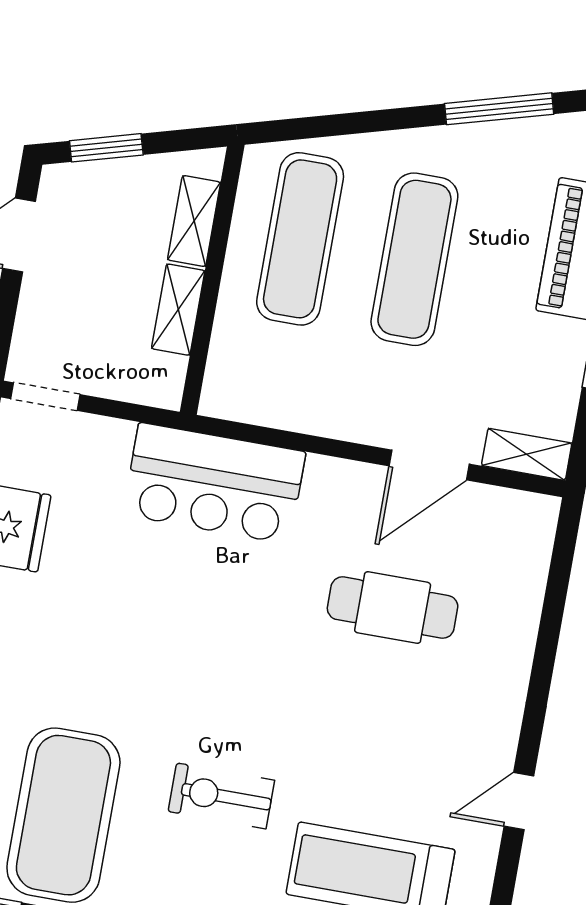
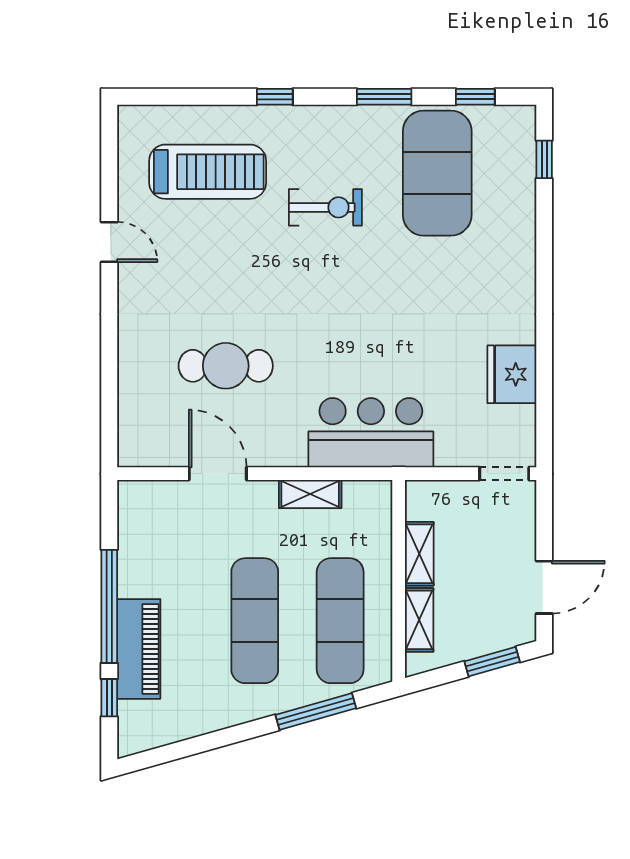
window: (499, 109) -> (316, 711), moved
shelving: (527, 454) -> (310, 494), moved
door: (429, 465) -> (218, 474), hinge flipped
door: (519, 801) -> (109, 242), hinge flipped

